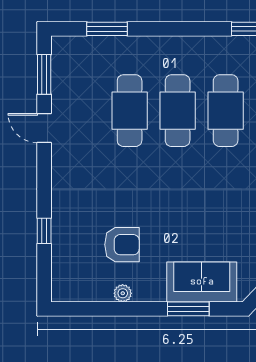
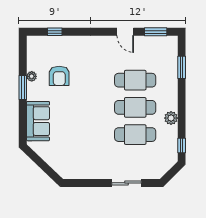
plant: (196, 47) -> (171, 118), added
door: (44, 128) -> (125, 32), swing flipped
window: (44, 231) -> (55, 32), moved
window: (188, 309) -> (23, 87), moved

